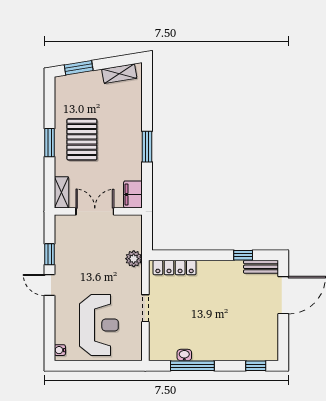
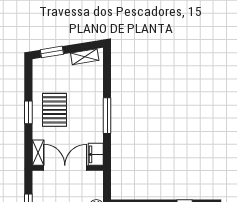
window: (147, 147) -> (107, 116), width x1.44
double door: (95, 211) -> (65, 168), width x1.37

